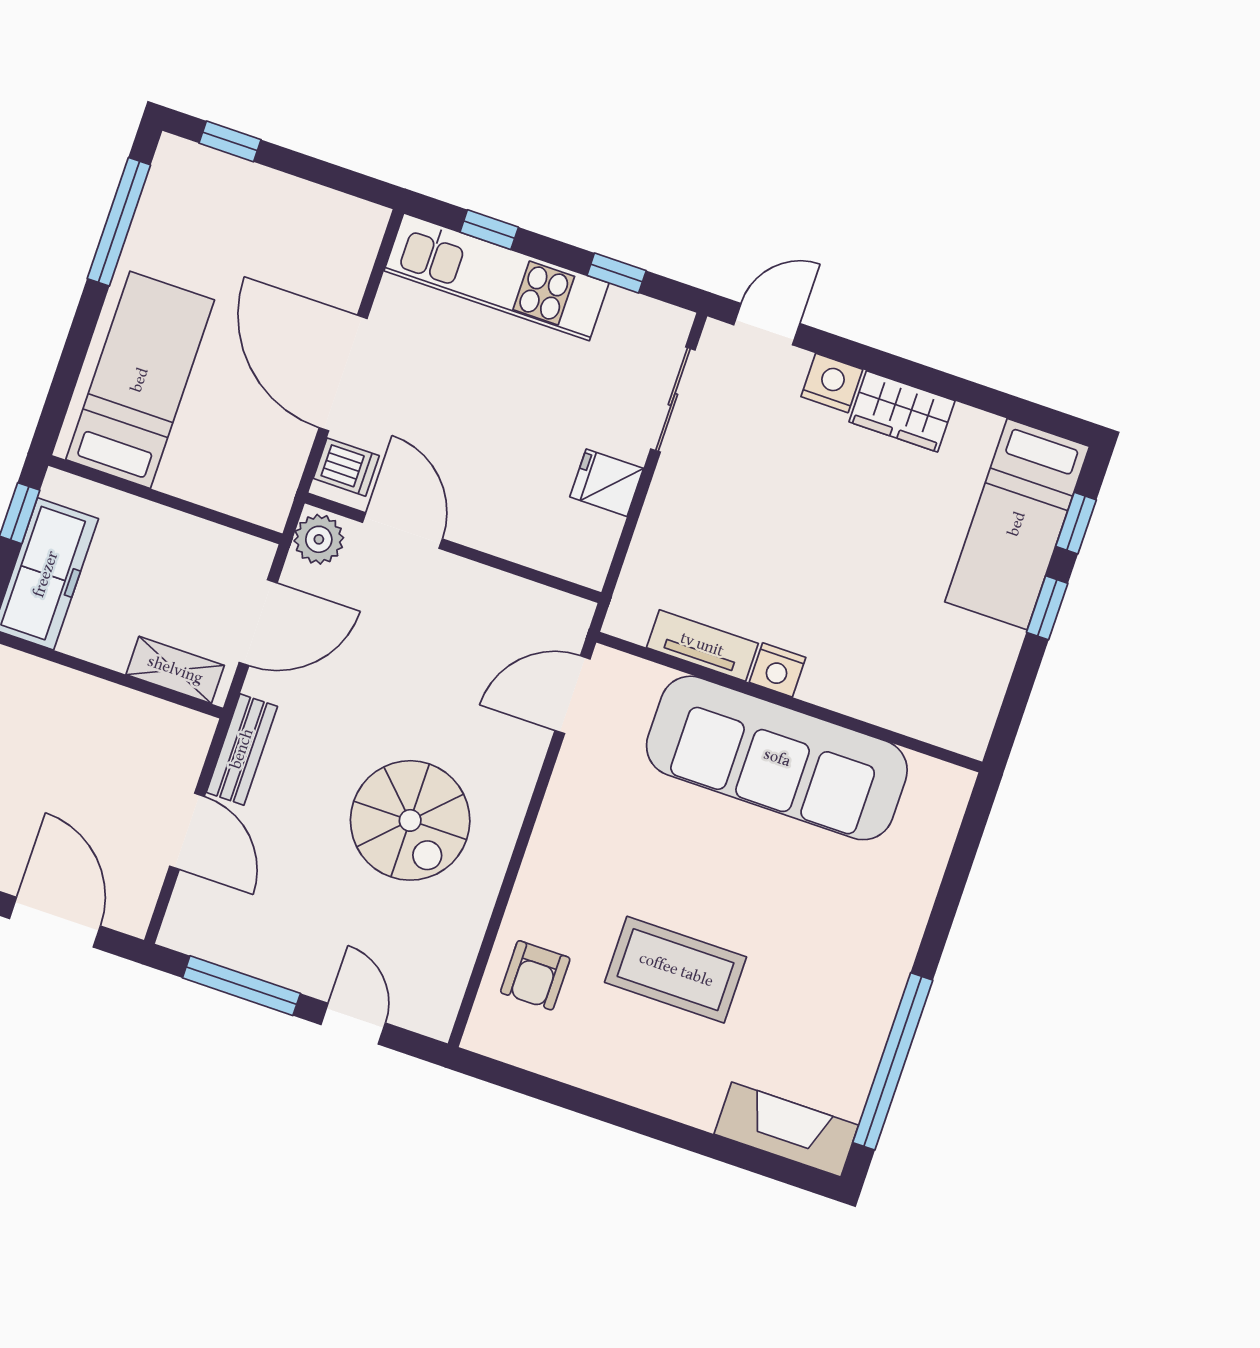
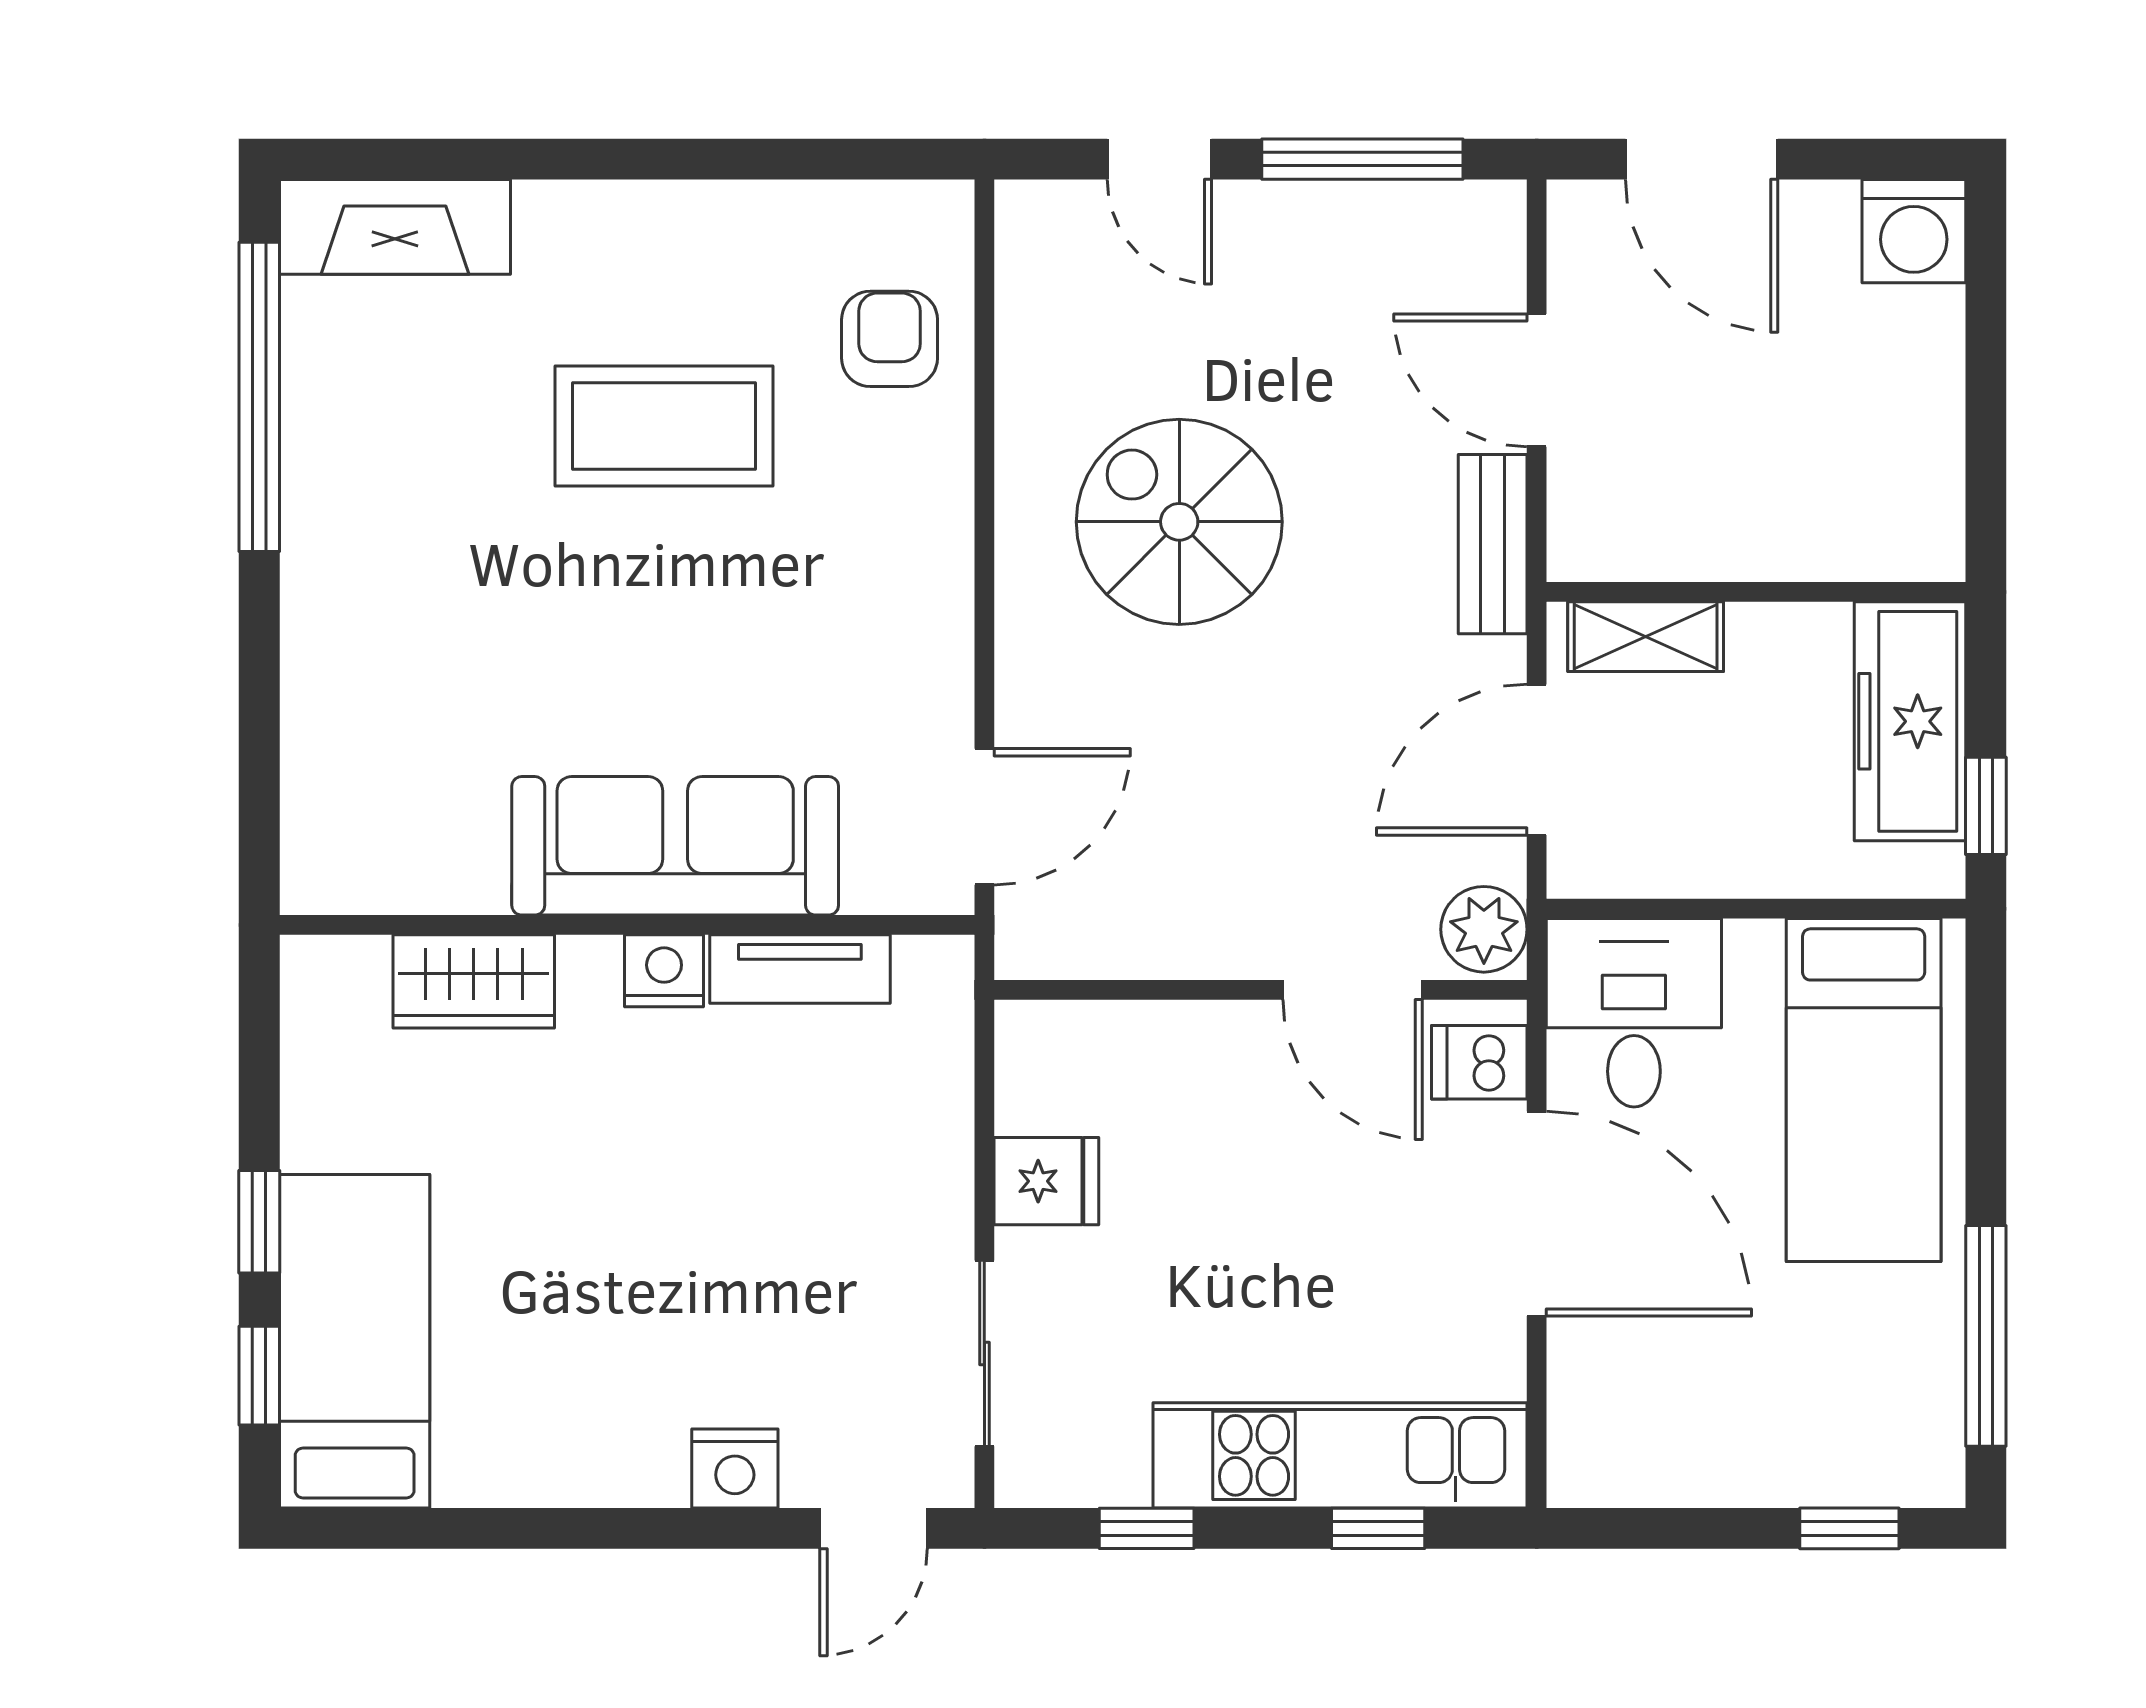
wardrobe: (902, 411) -> (474, 981), moved, turned 180
desk: (252, 465) -> (1634, 1013), added
sofa: (777, 758) -> (675, 846), width x0.74, depth x0.79

